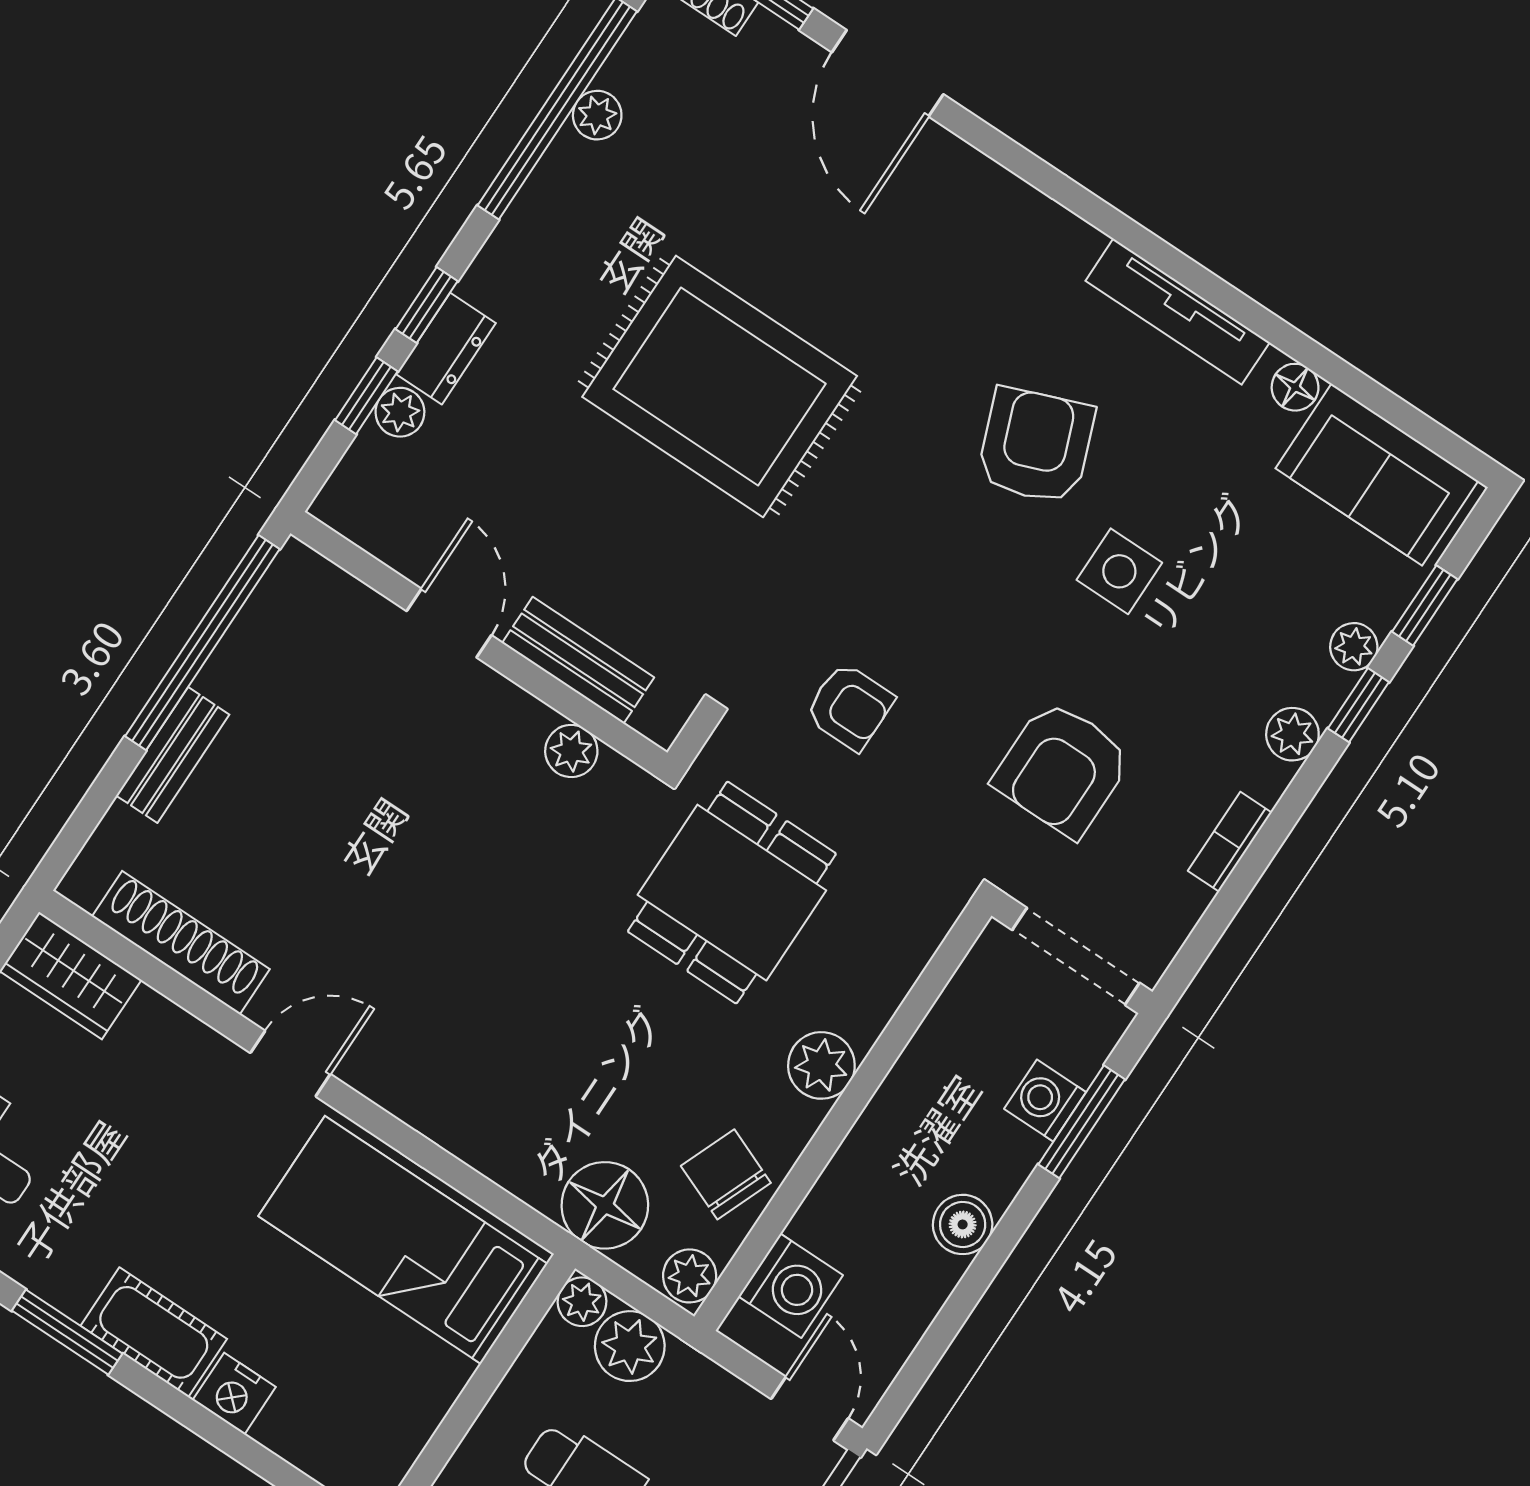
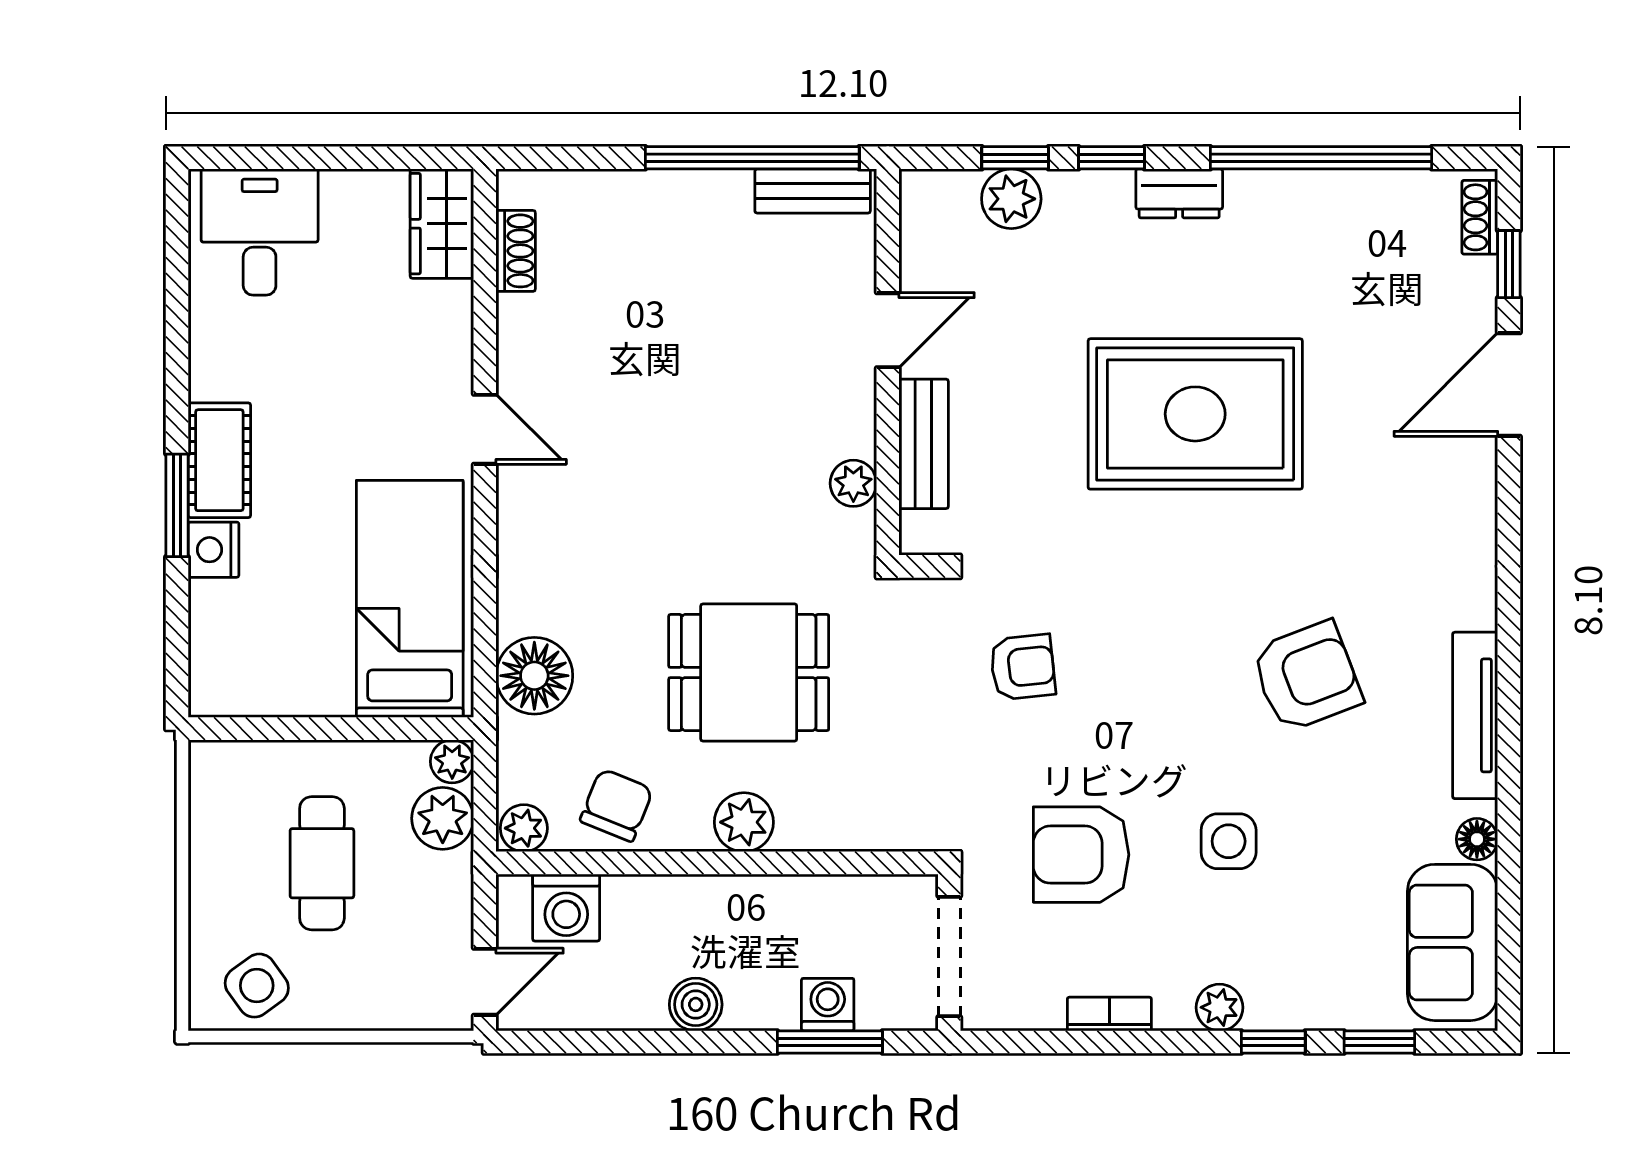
plant: (597, 115) -> (1335, 191), removed
dresser: (446, 349) -> (1179, 193), moved
rug: (720, 386) -> (1195, 414), turned 90
plant: (400, 412) -> (1011, 199), width x1.38, depth x1.38
side table: (1119, 571) -> (1229, 841), moved
plant: (1354, 647) -> (1314, 1010), removed
armchair: (850, 707) -> (1023, 667), turned -96
bench: (173, 755) -> (813, 191), moved
dining table: (732, 893) -> (749, 673), moved
shoe rack: (181, 943) -> (516, 251), width x0.51, depth x0.81
floor lamp: (605, 1205) -> (534, 676), moved
window: (67, 1332) -> (177, 505), moved

